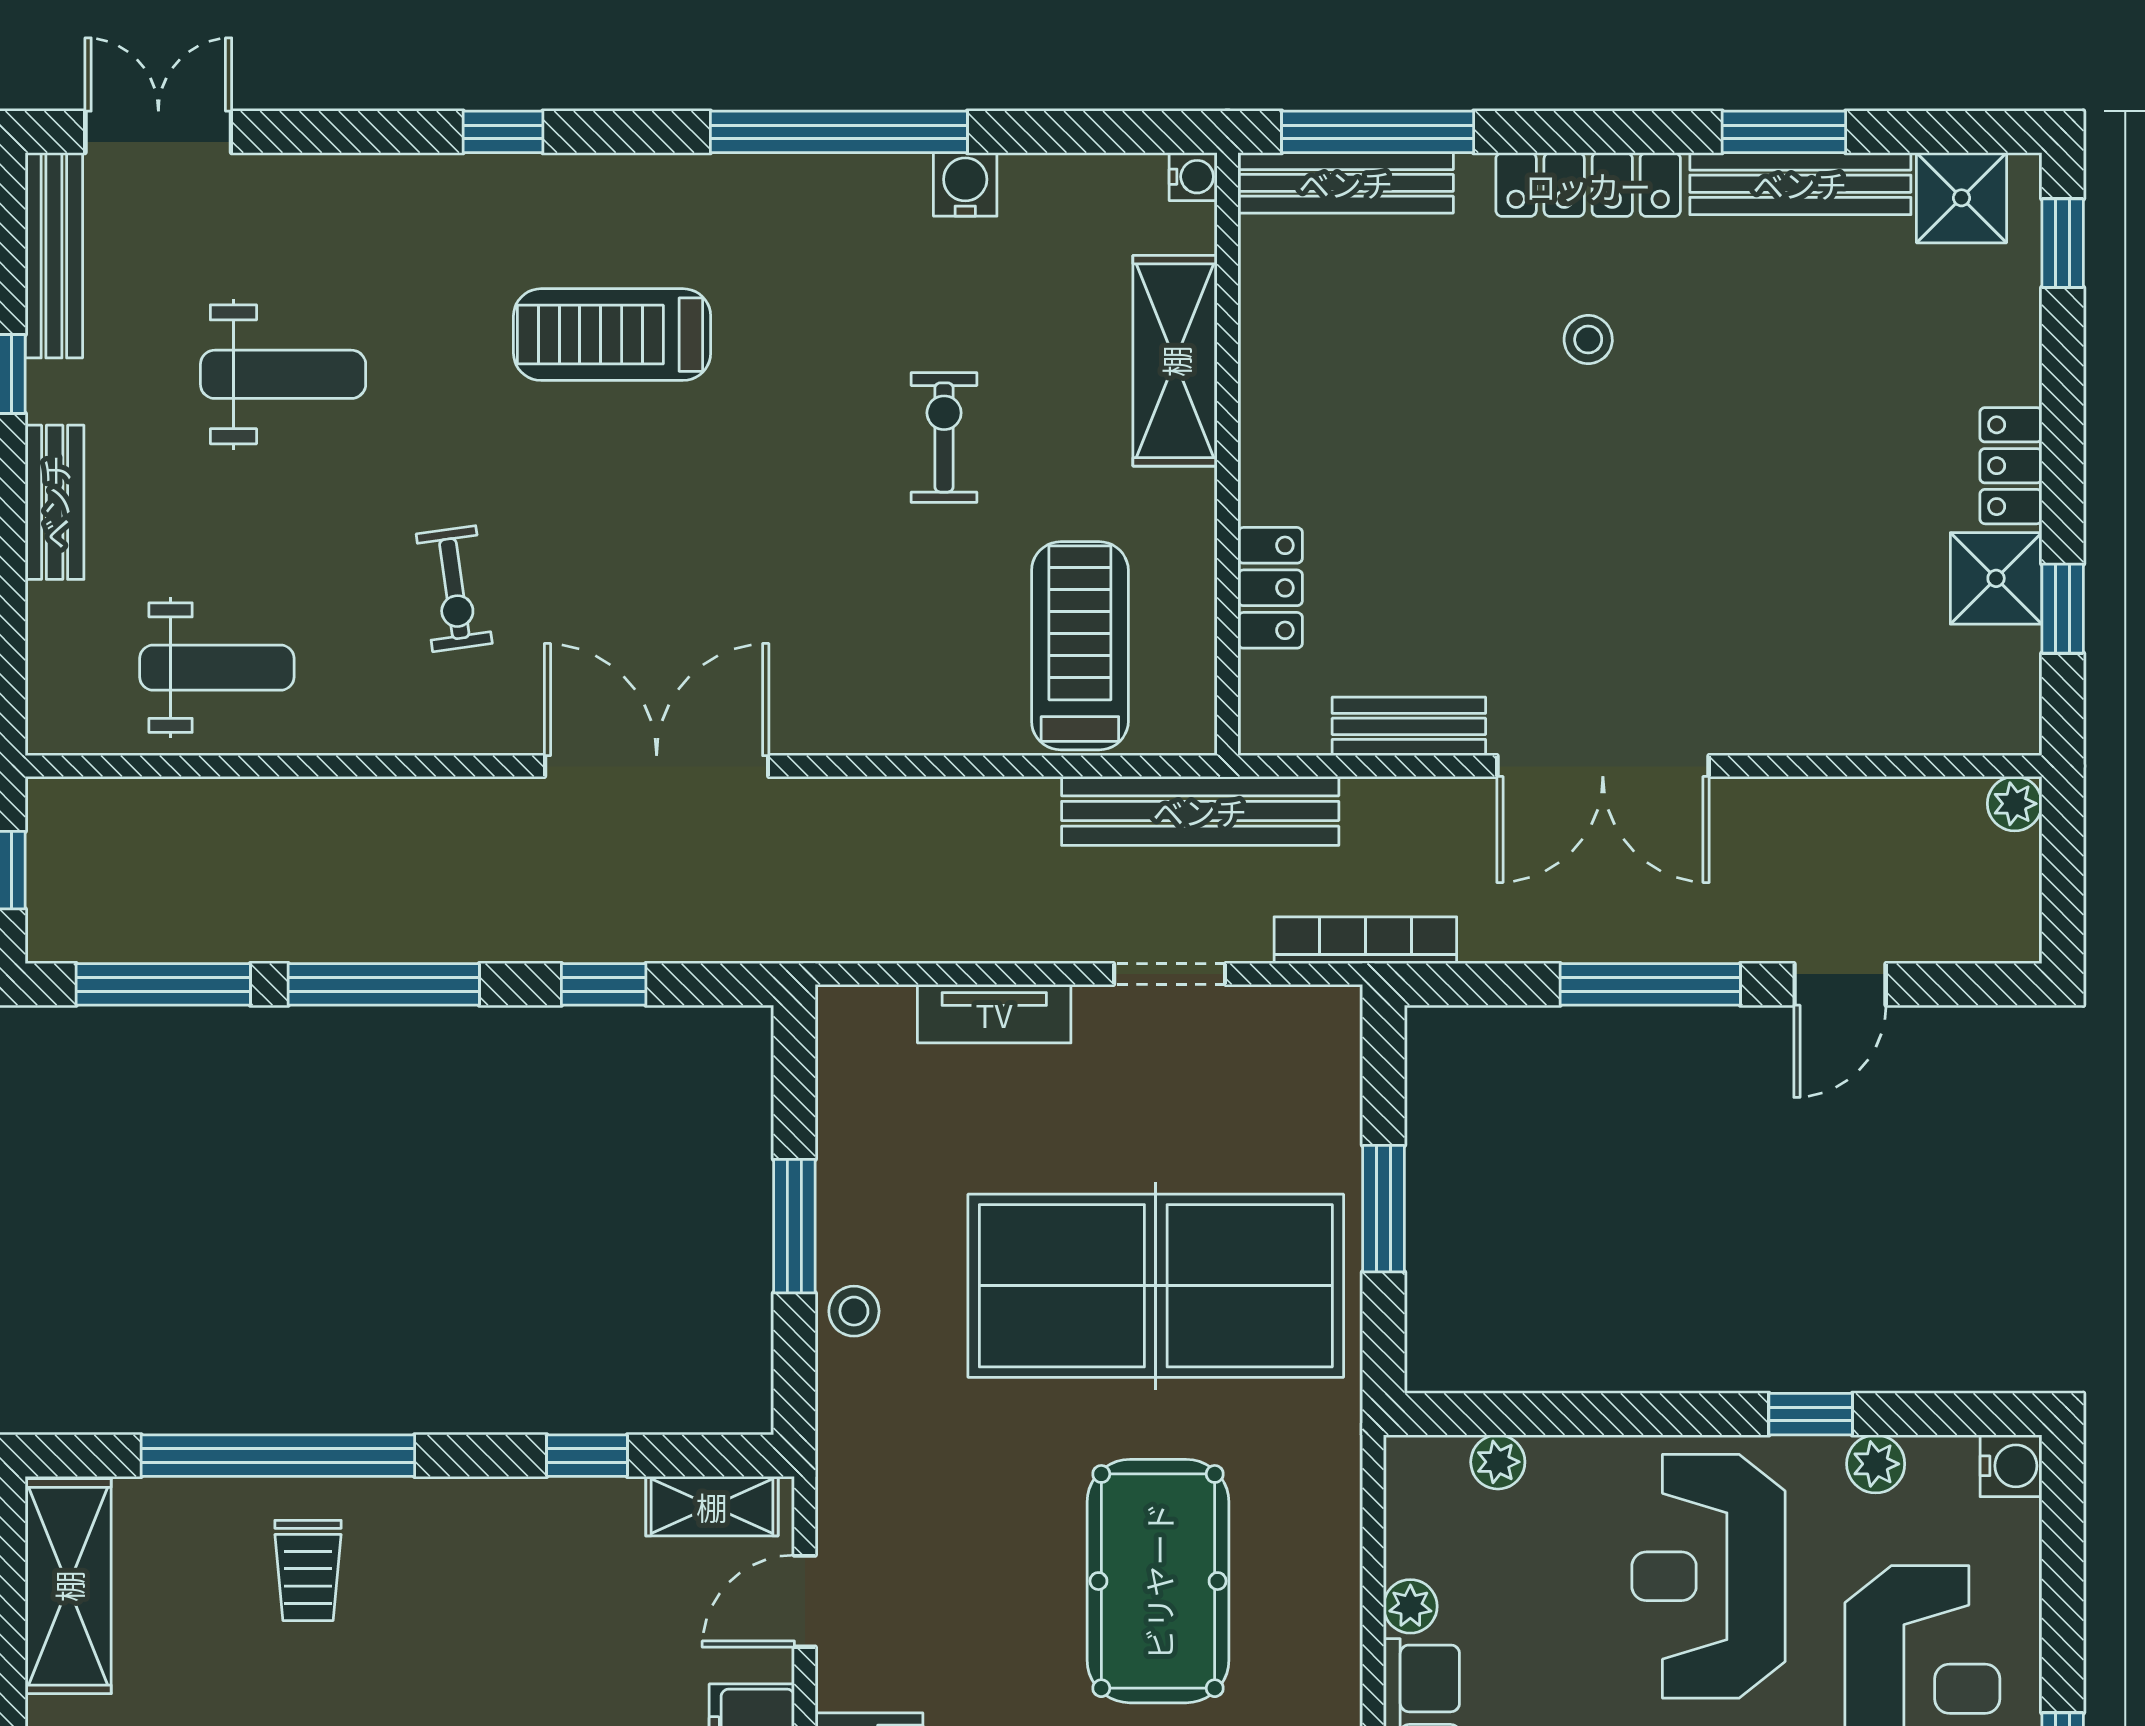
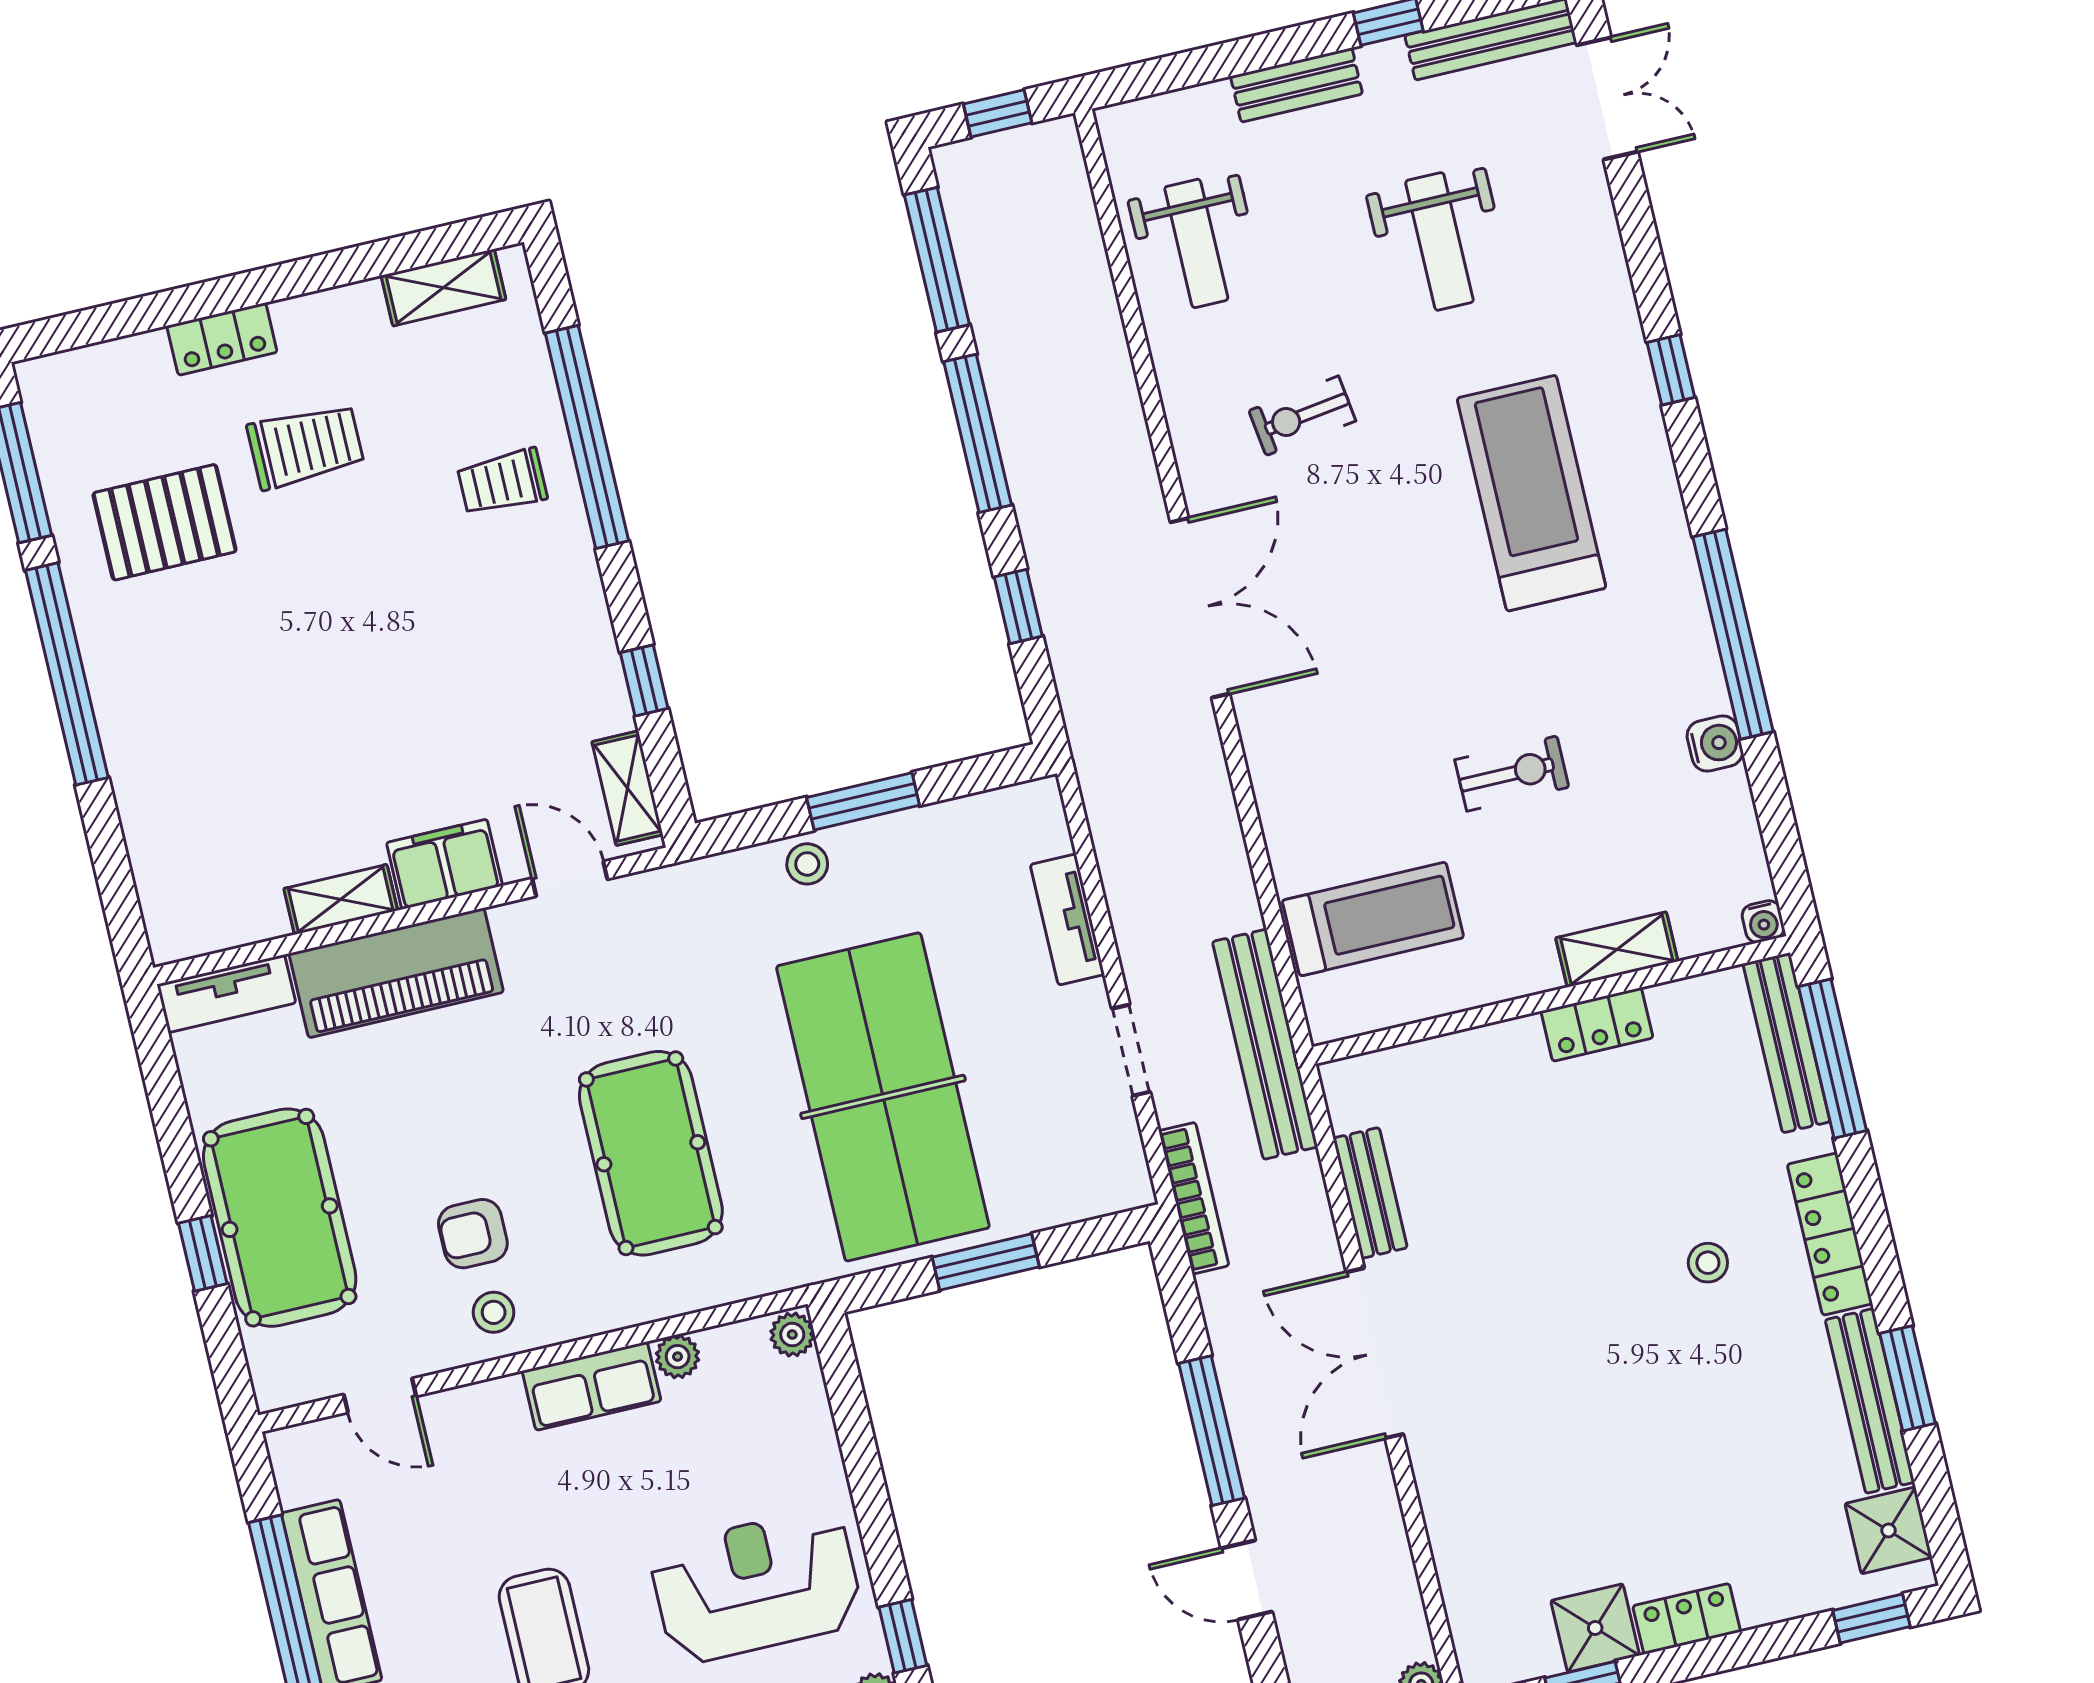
treadmill: (612, 335) -> (1532, 493), width x1.37, depth x1.38
shelving: (1175, 361) -> (1617, 950), width x0.67, depth x0.75
locker: (1270, 588) -> (1597, 1025), moved
plant: (1498, 1462) -> (792, 1335), moved
pool table: (1158, 1581) -> (651, 1153), turned 90
shelving: (68, 1586) -> (443, 288), width x0.67, depth x0.75

